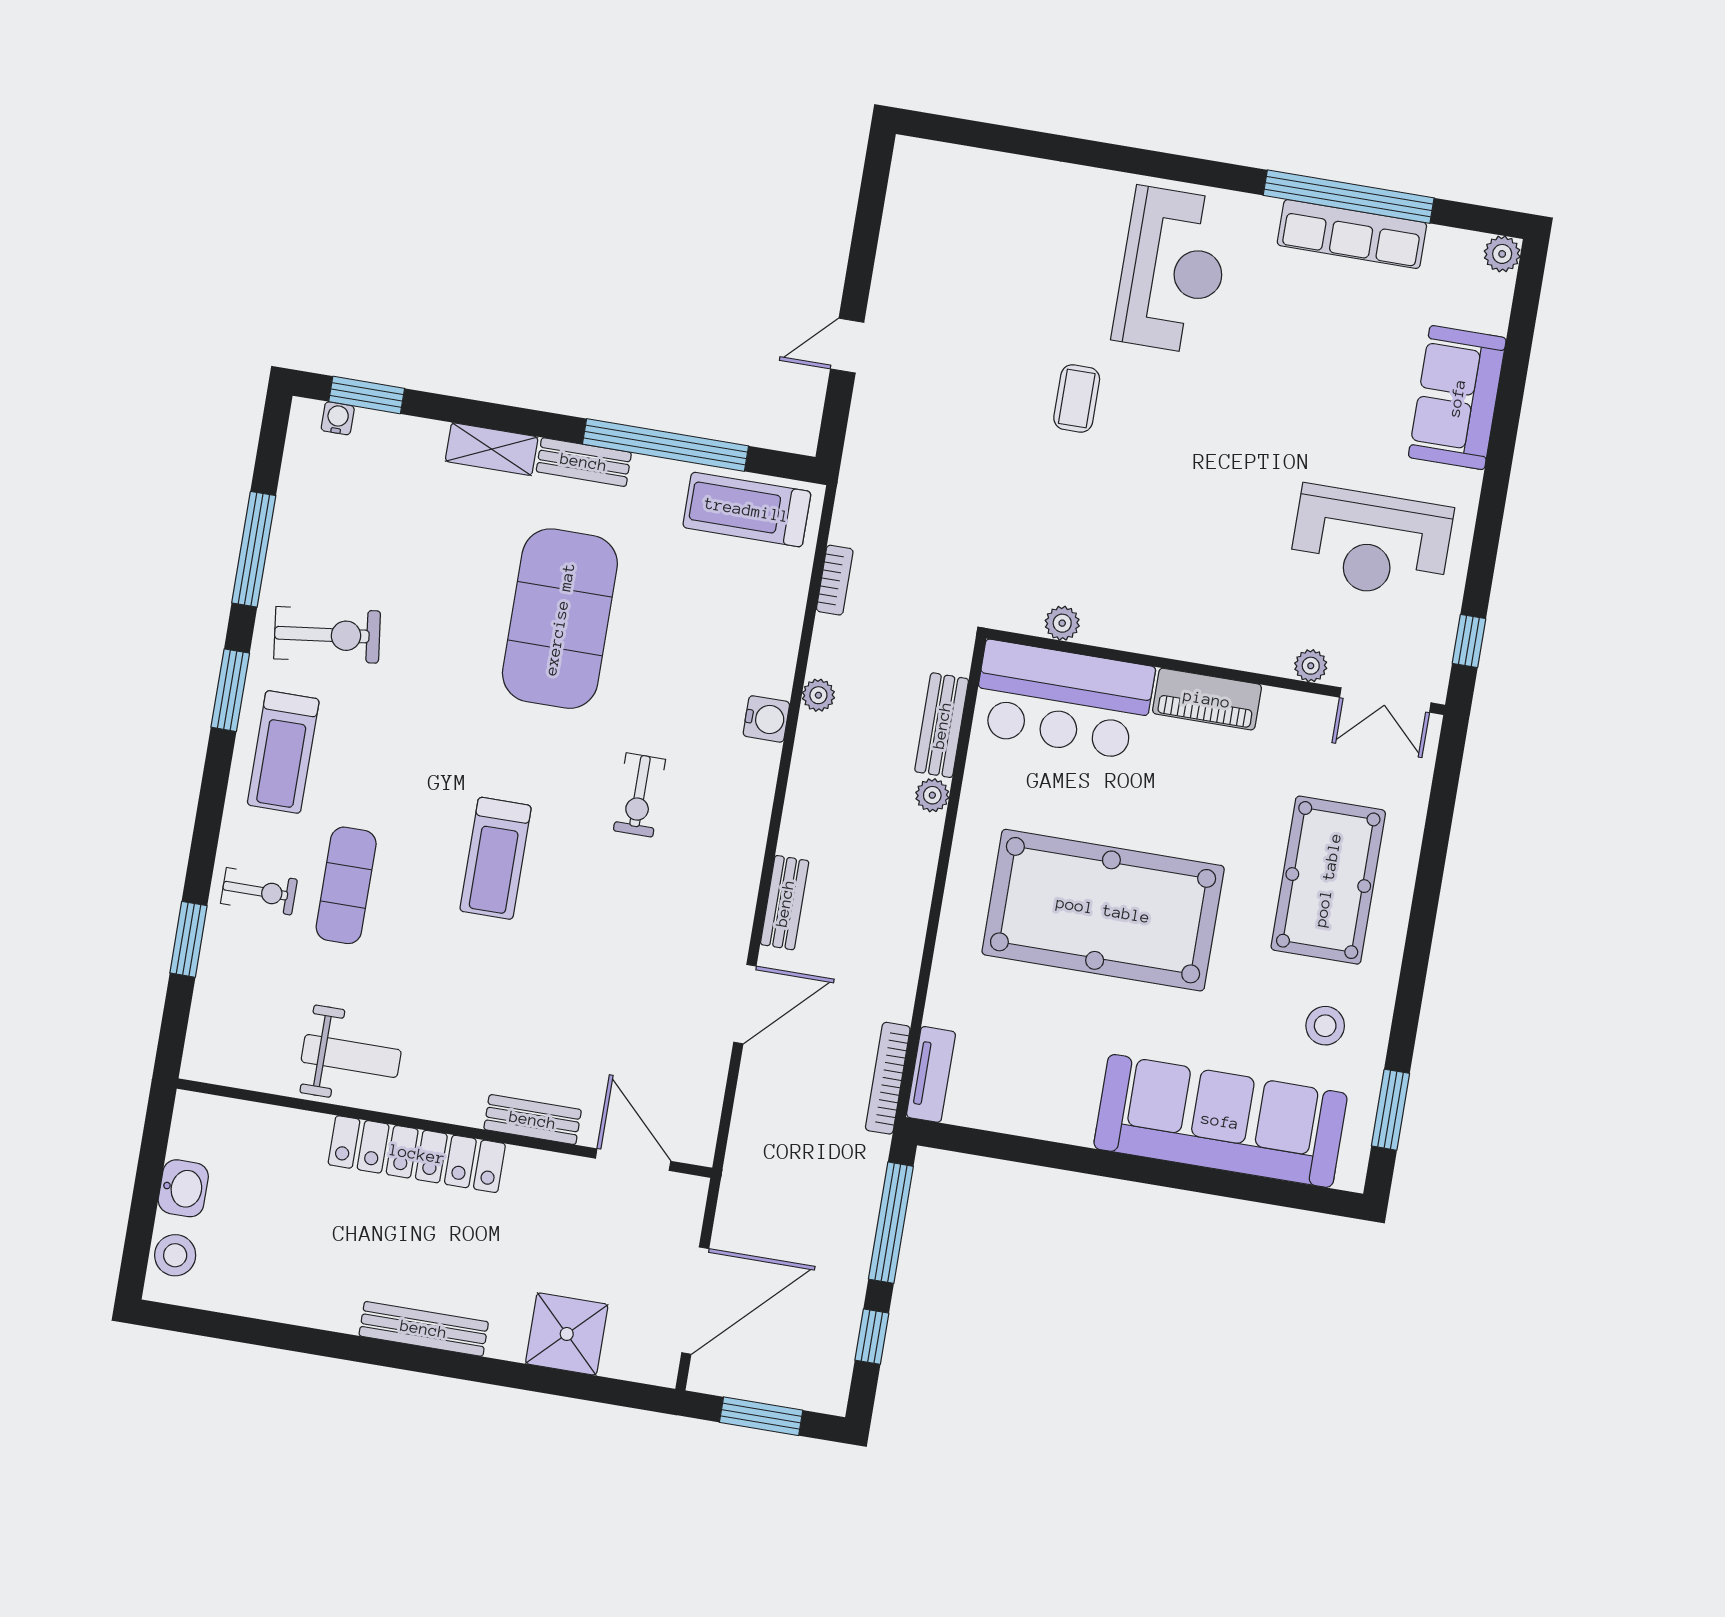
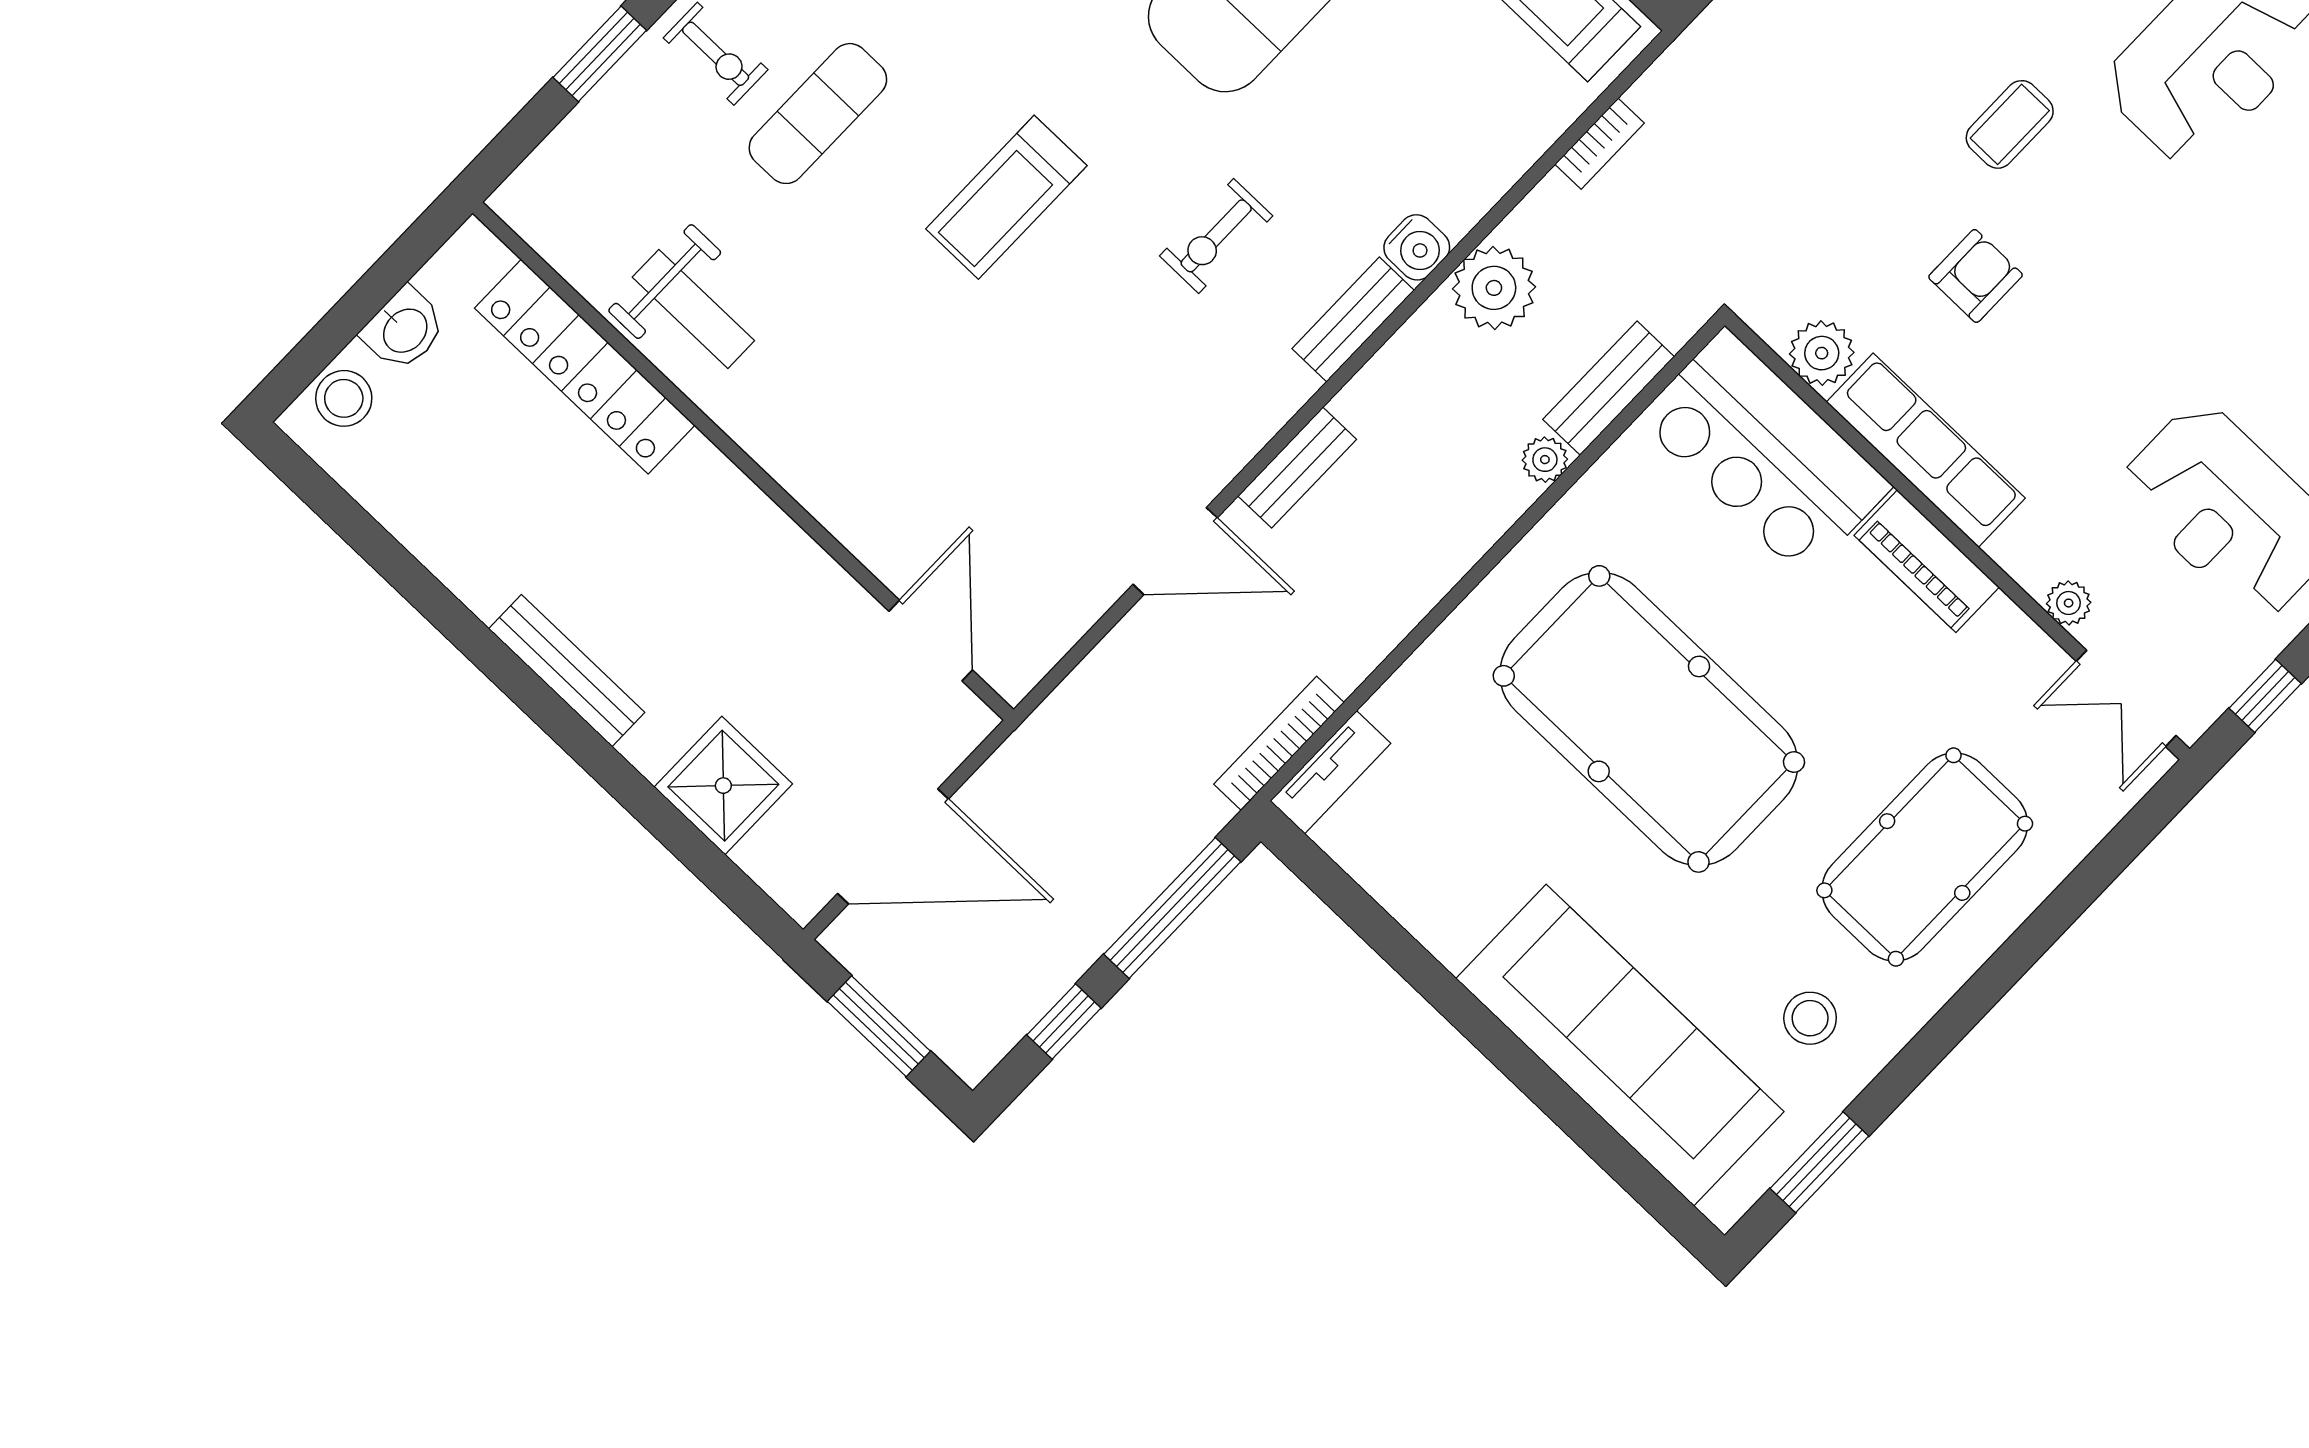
armchair: (1119, 505) -> (1976, 276), added
plant: (1062, 623) -> (1822, 353), width x1.38, depth x1.38
row of seats: (1160, 632) -> (1926, 450), added
plant: (818, 695) -> (1494, 288), width x1.87, depth x1.87
bench: (533, 1120) -> (1353, 320), moved, turned 90
locker: (417, 1154) -> (585, 367), moved

